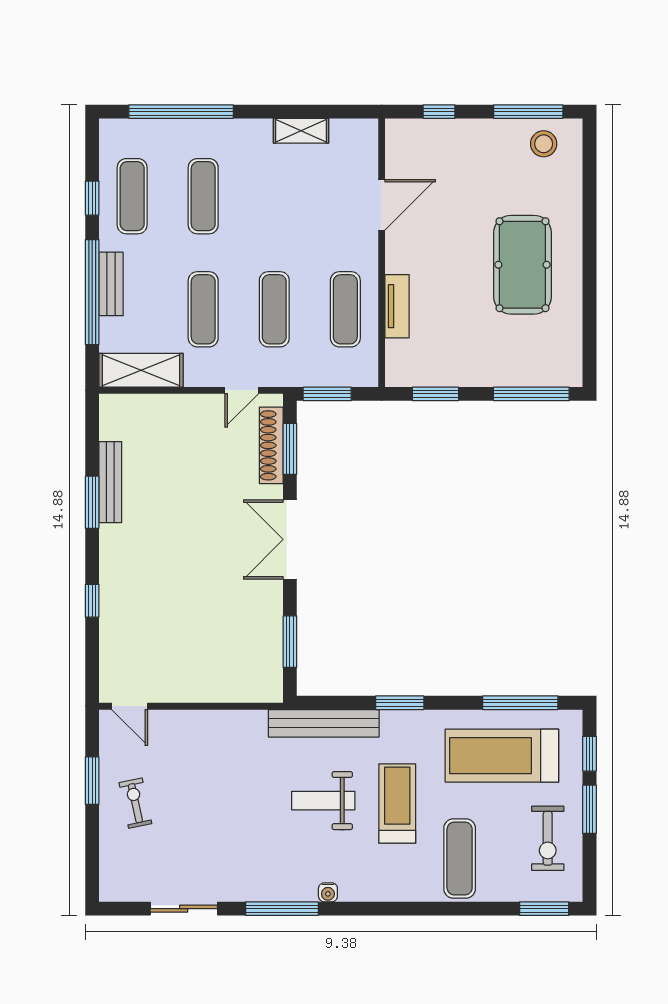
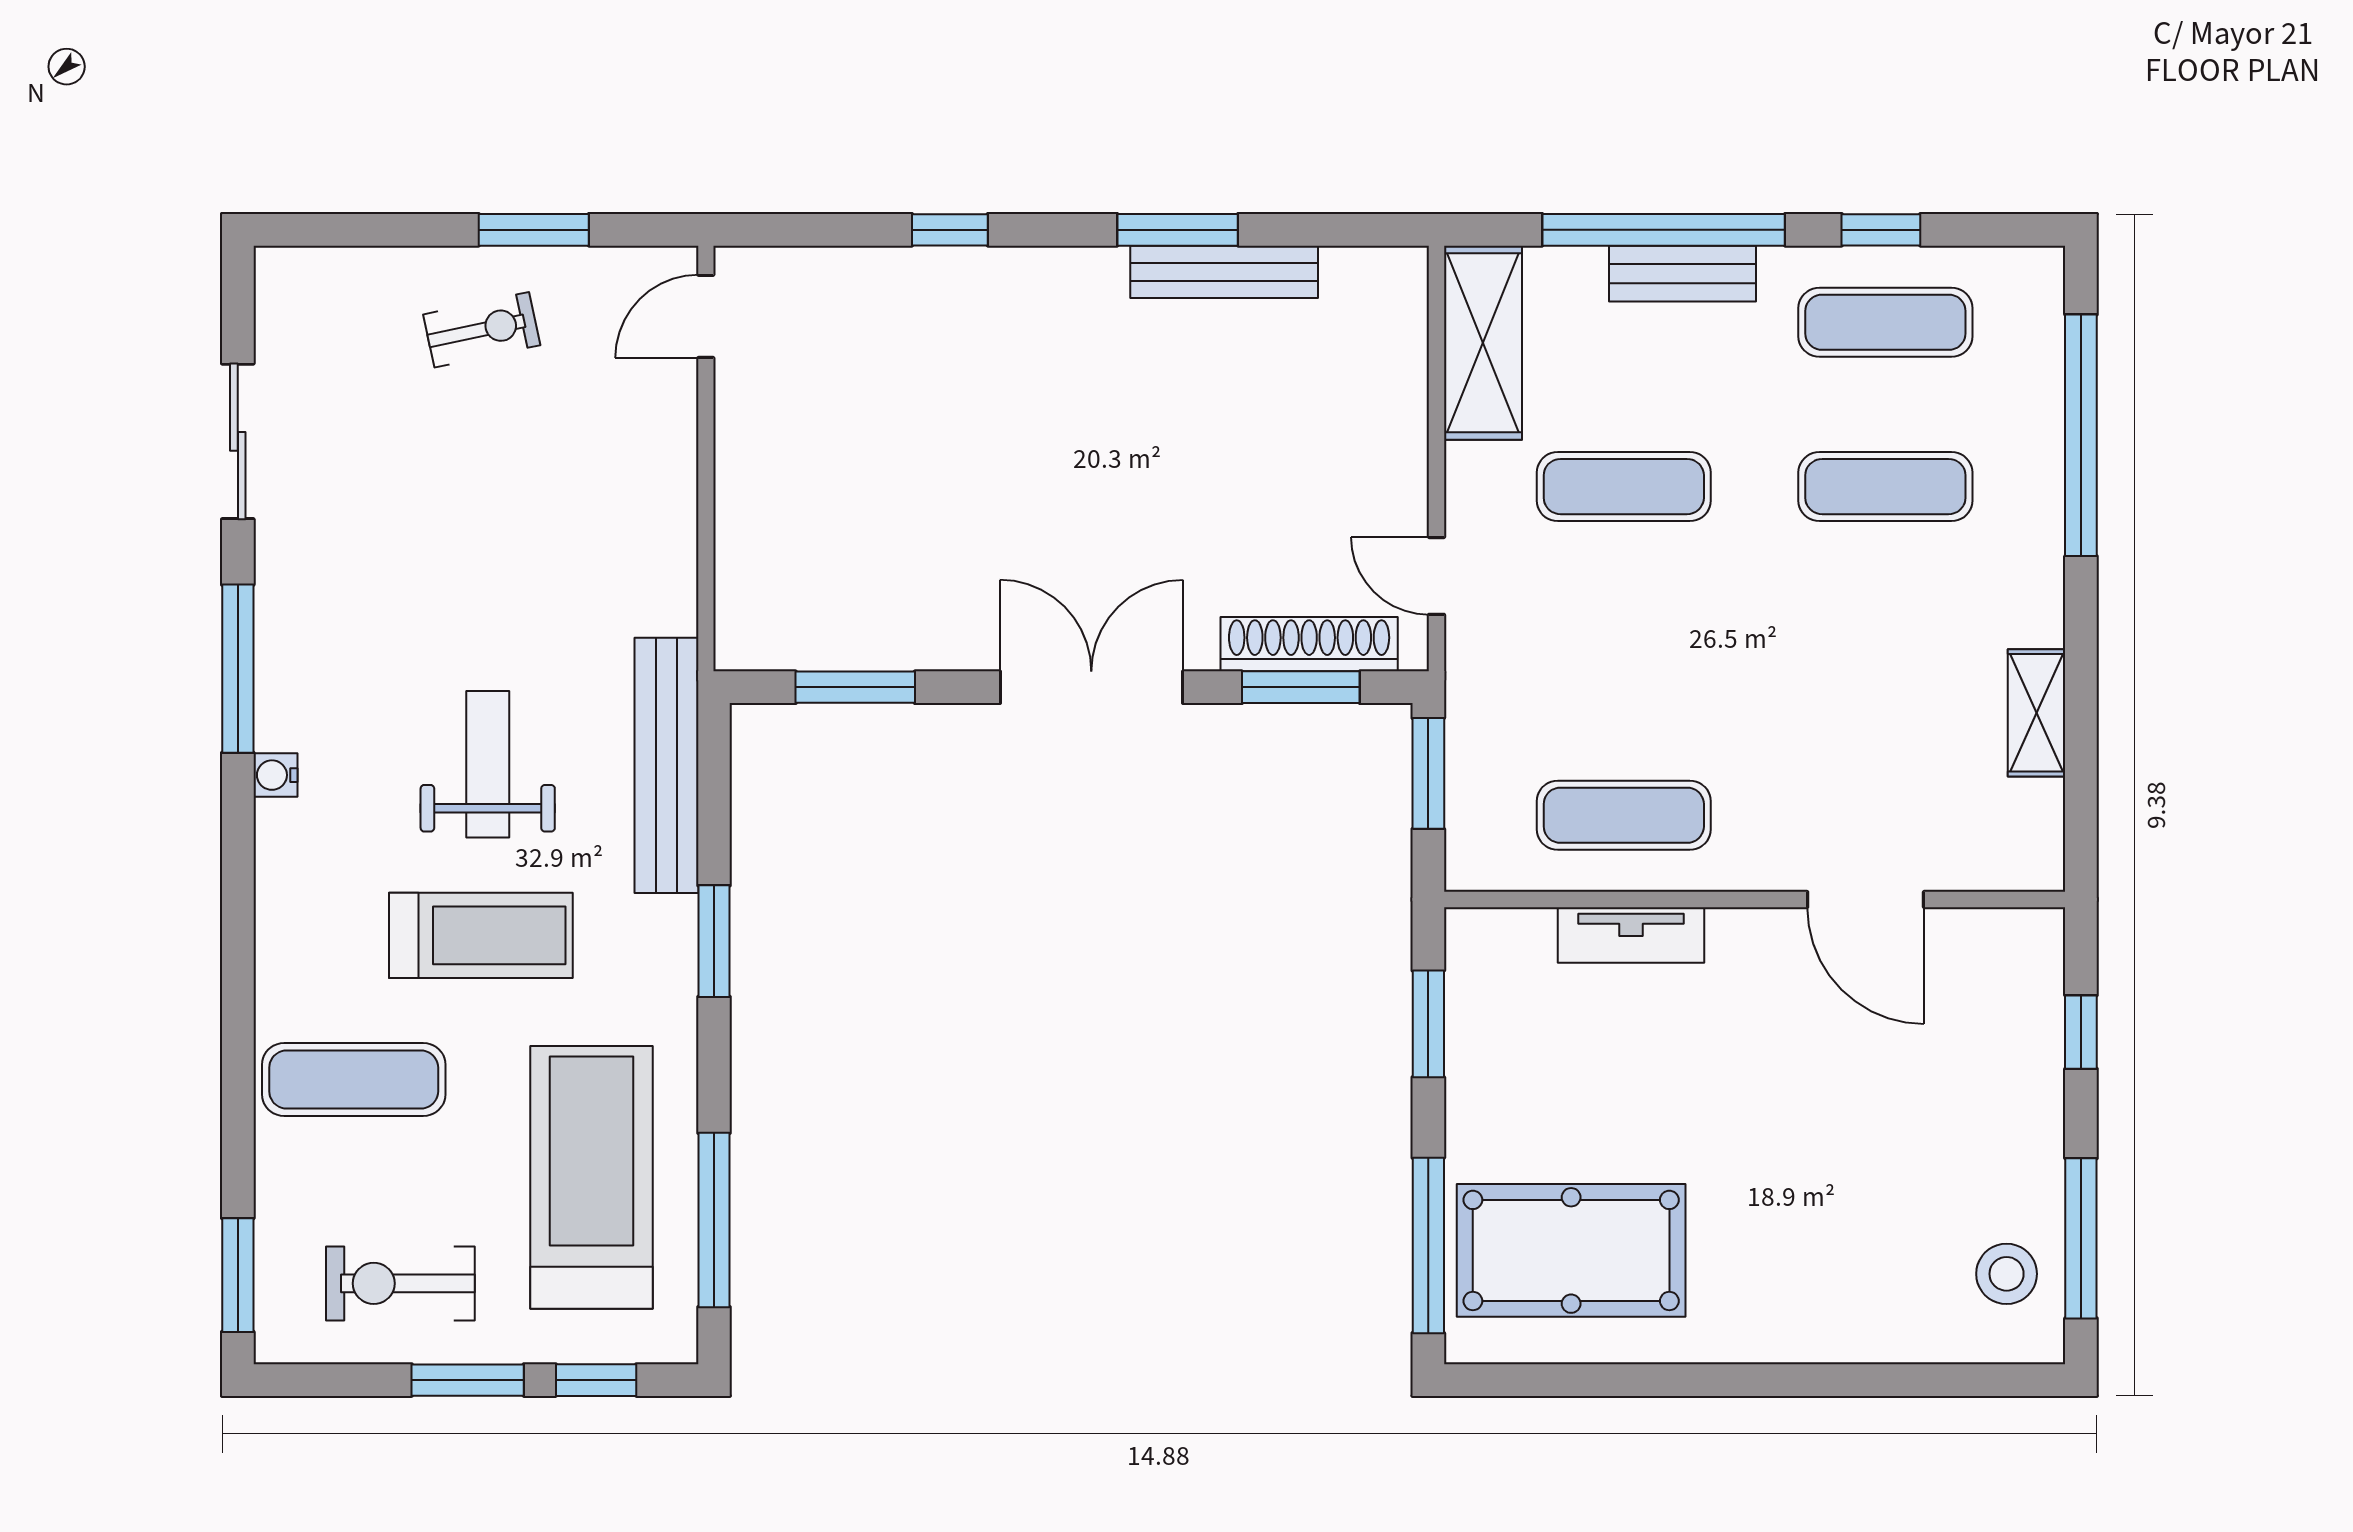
pool table: (522, 265) -> (1571, 1250), moved
exercise mat: (274, 309) -> (1624, 651), removed

